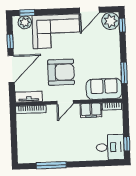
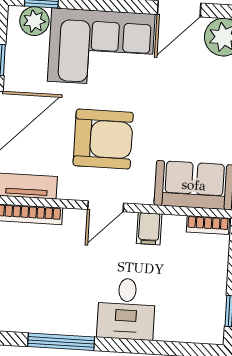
filing cabinet: (91, 110) -> (149, 229), width x0.50
desk: (110, 147) -> (126, 309), moved, turned 90

